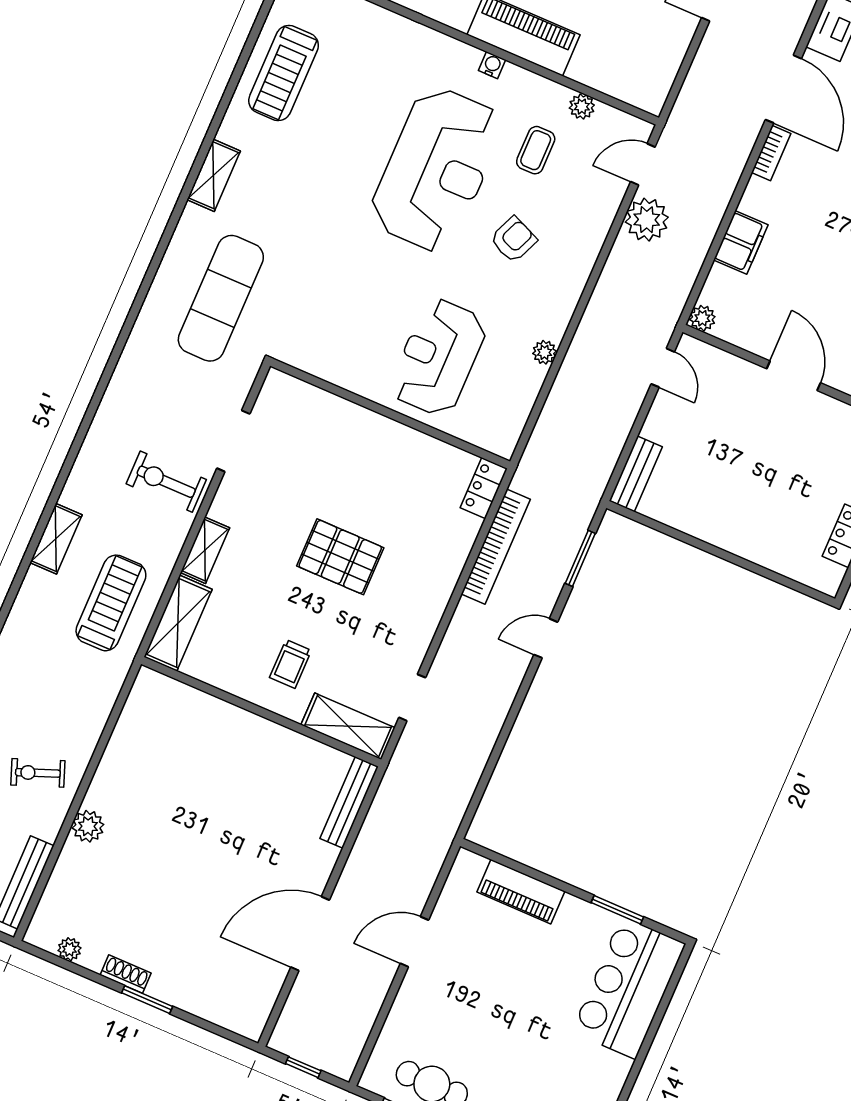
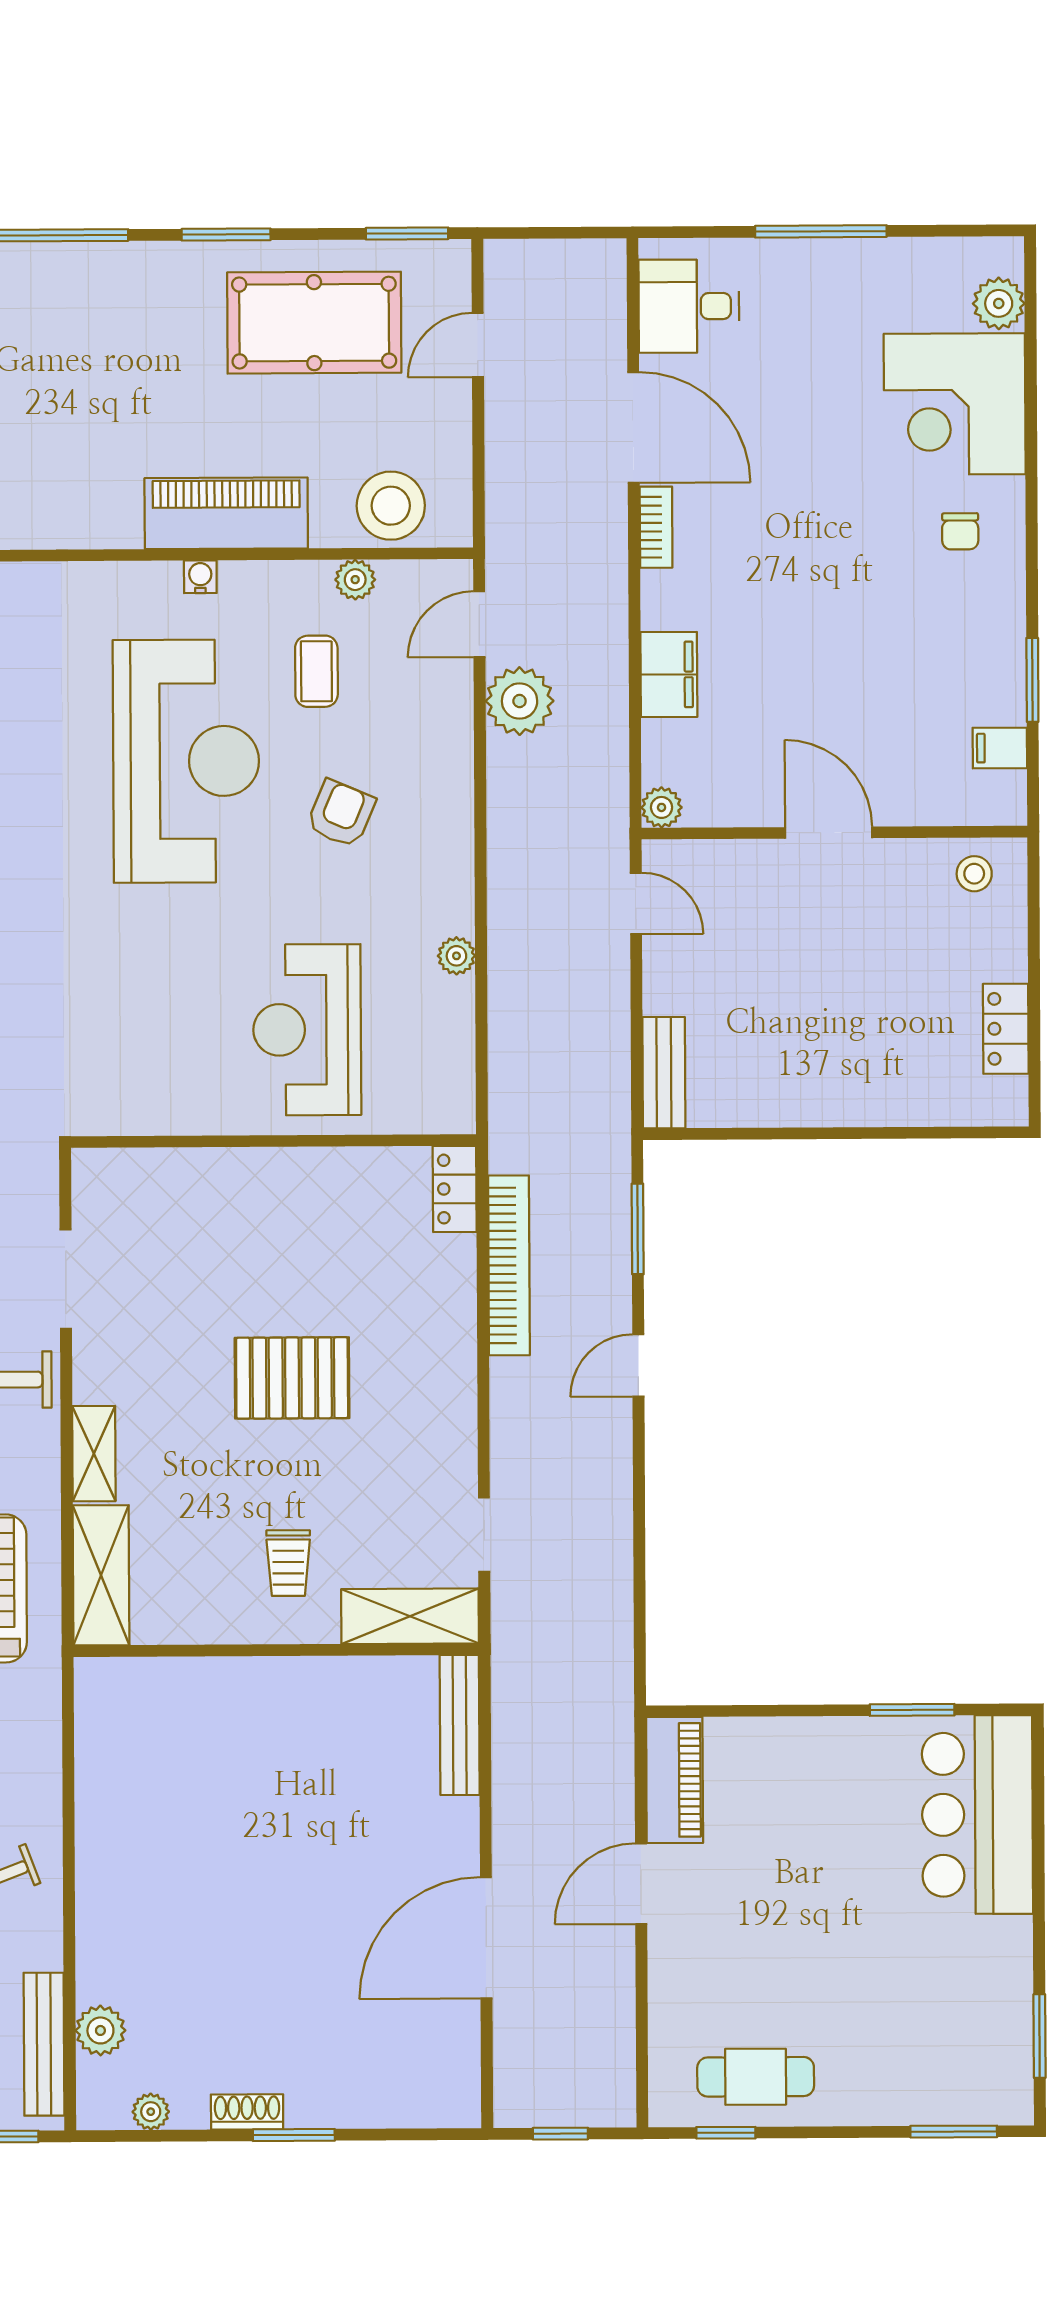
stool: (622, 72) -> (391, 506), added
plant: (88, 826) -> (100, 2030), moved
piano: (521, 892) -> (675, 1780), moved, turned -90

